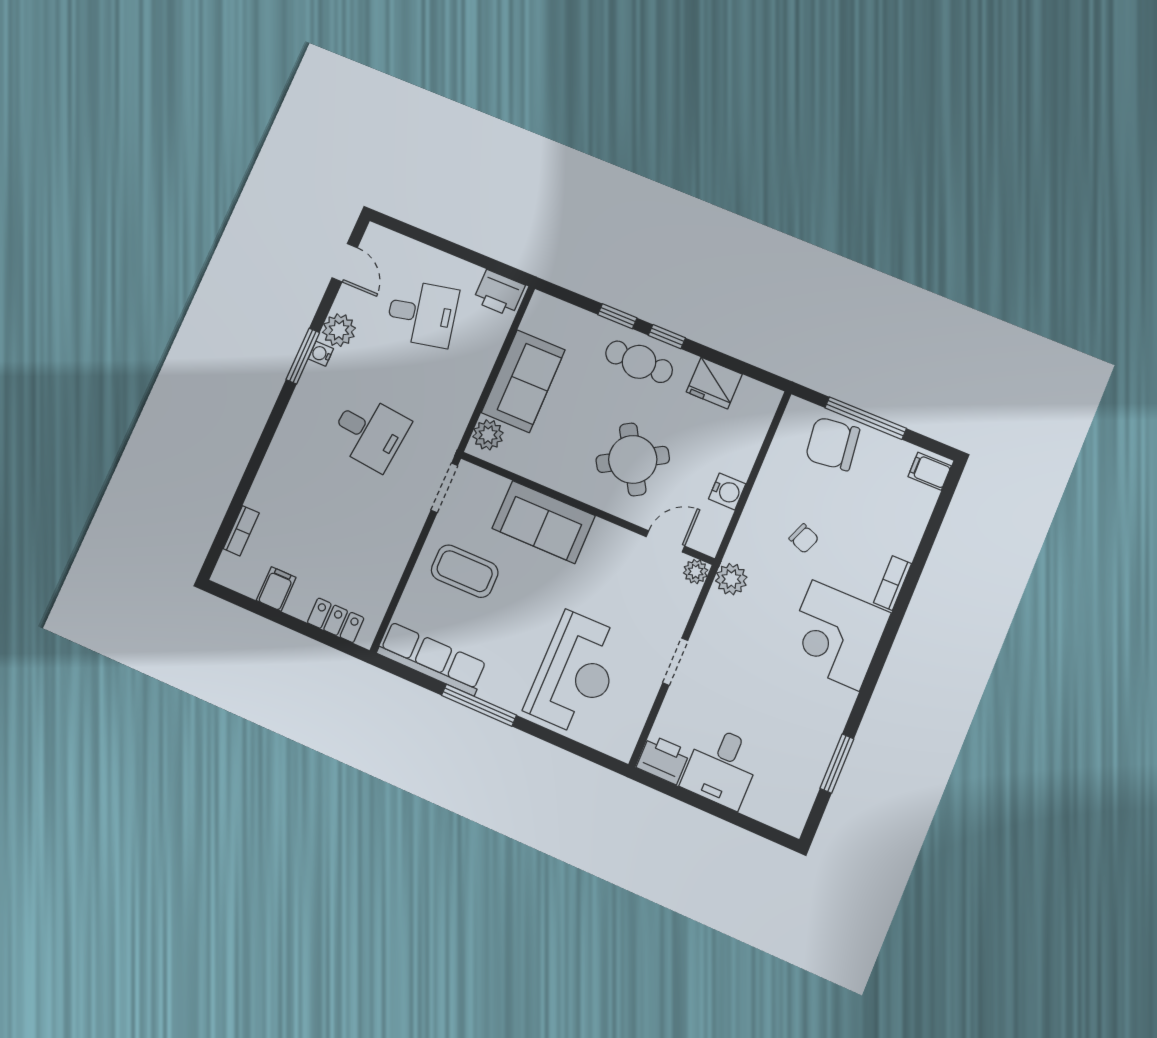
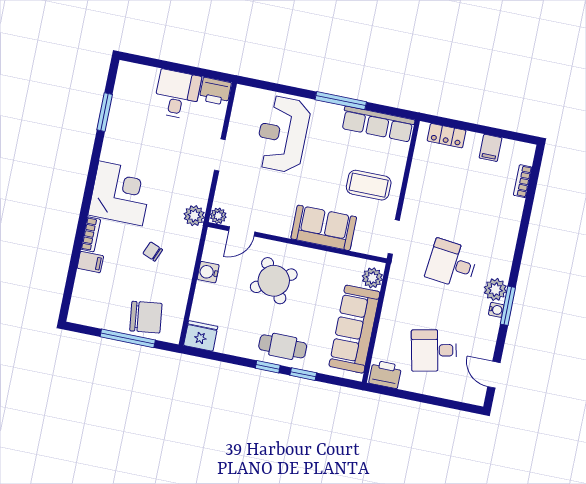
plant: (339, 330) -> (495, 289), moved
sofa: (523, 381) -> (354, 329), width x1.36
fridge: (714, 383) -> (201, 336), moved
filing cabinet: (930, 471) -> (90, 262), moved

